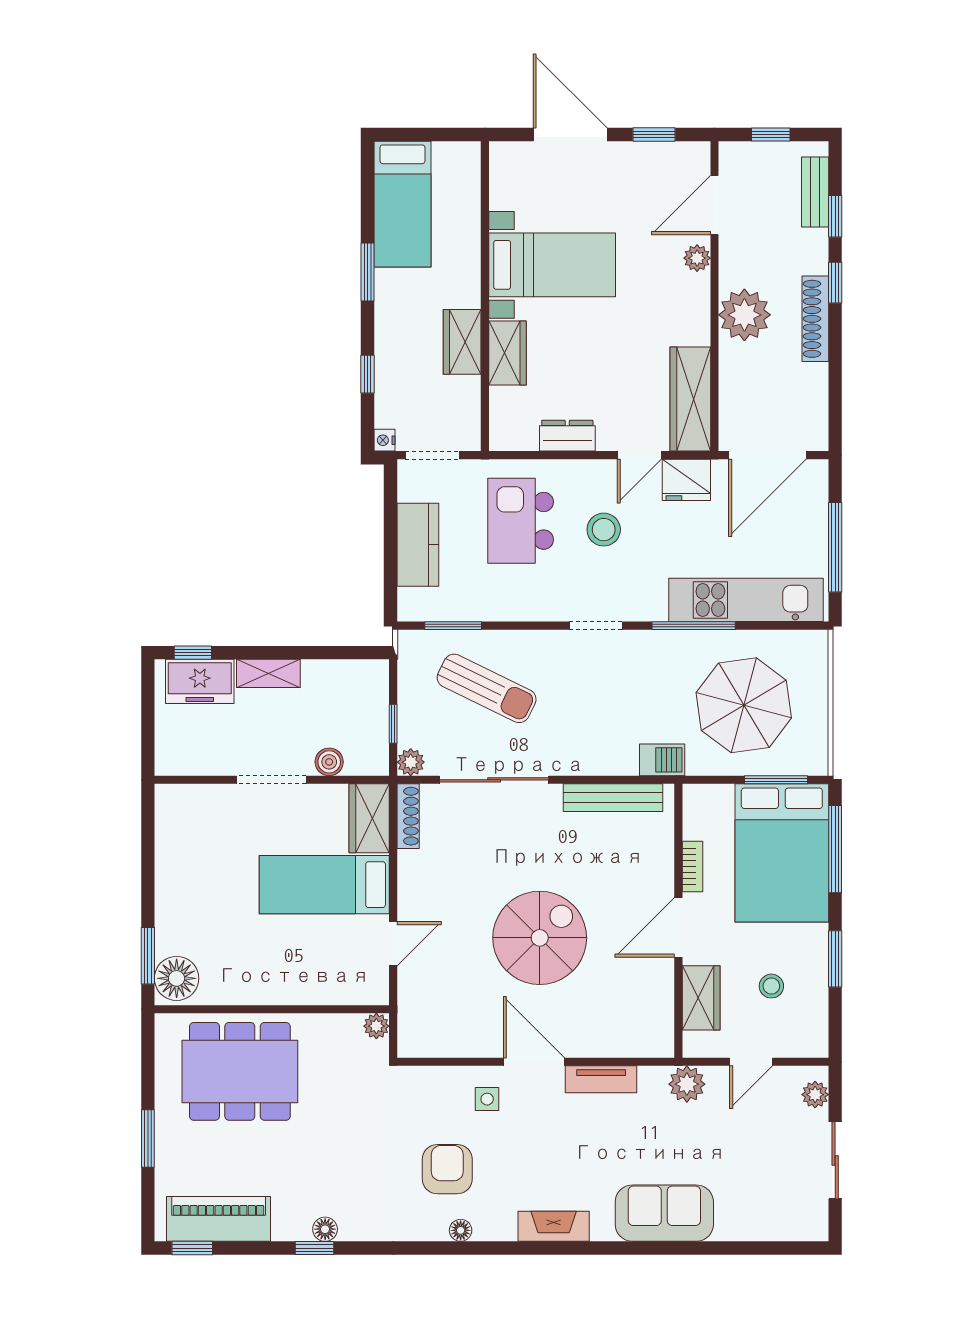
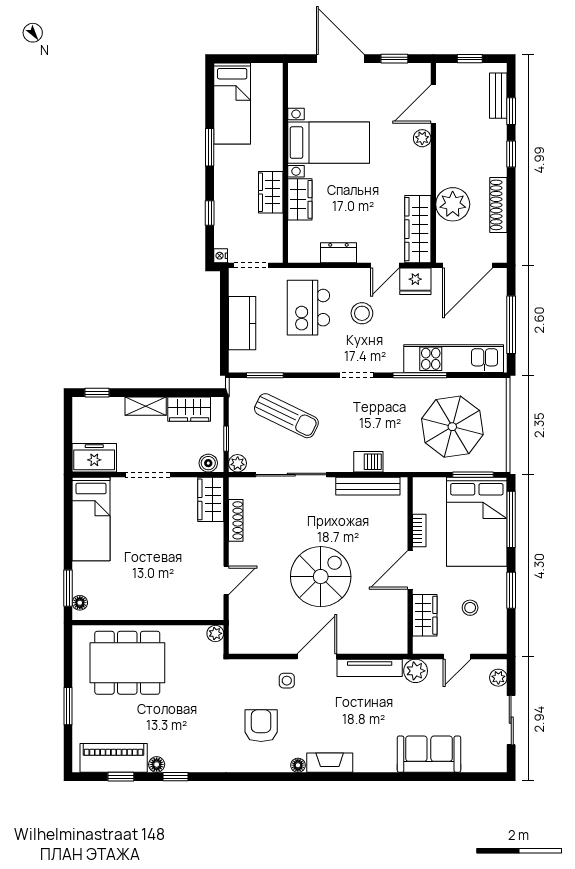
plant: (744, 315) -> (453, 204), moved
shoe rack: (815, 319) -> (498, 205), moved
wardrobe: (336, 678) -> (189, 409), added
freezer: (200, 681) -> (94, 458), moved, turned 180
barbecue: (662, 760) -> (368, 462), moved
boiler: (329, 762) -> (208, 463), moved
shoe rack: (408, 816) -> (236, 520), moved
bed: (324, 885) -> (91, 519), moved, turned -90
floor lamp: (177, 978) -> (80, 603), width x0.53, depth x0.53
door: (534, 1062) -> (317, 657), hinge flipped
tv unit: (601, 1079) -> (370, 668), width x1.41
sofa: (664, 1213) -> (429, 754), moved
floor lamp: (325, 1229) -> (157, 764), moved
floor lamp: (461, 1230) -> (298, 765), moved
window: (192, 1248) -> (121, 777), moved

